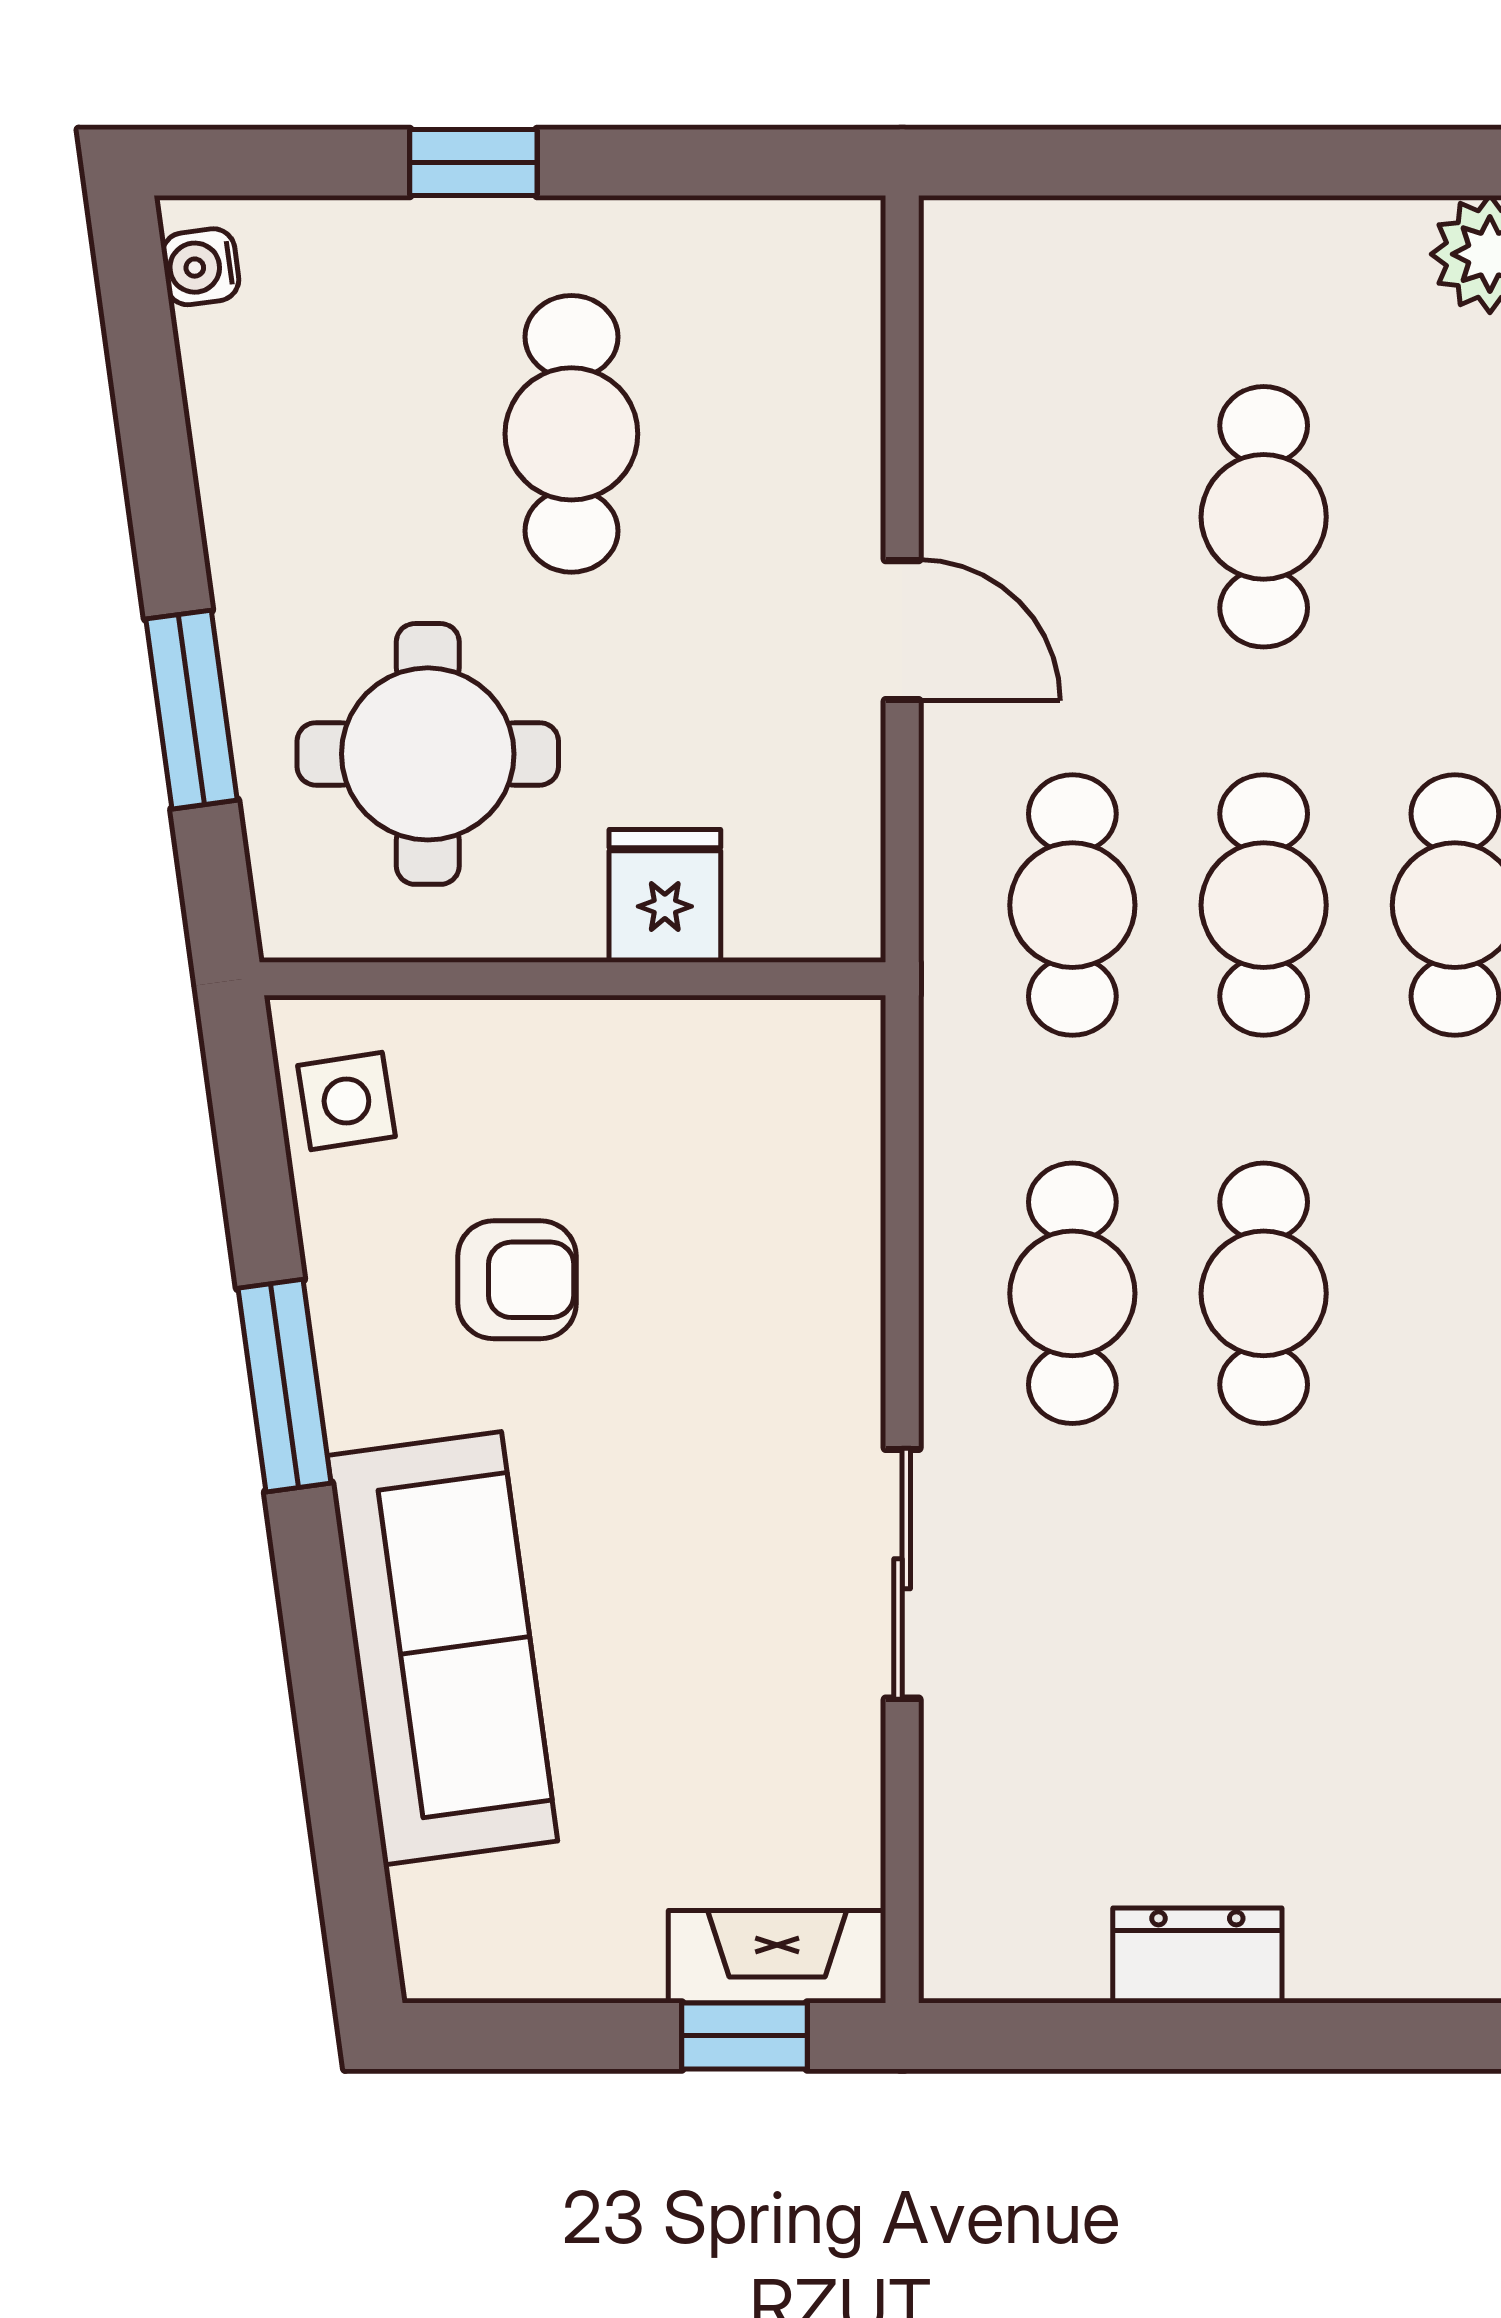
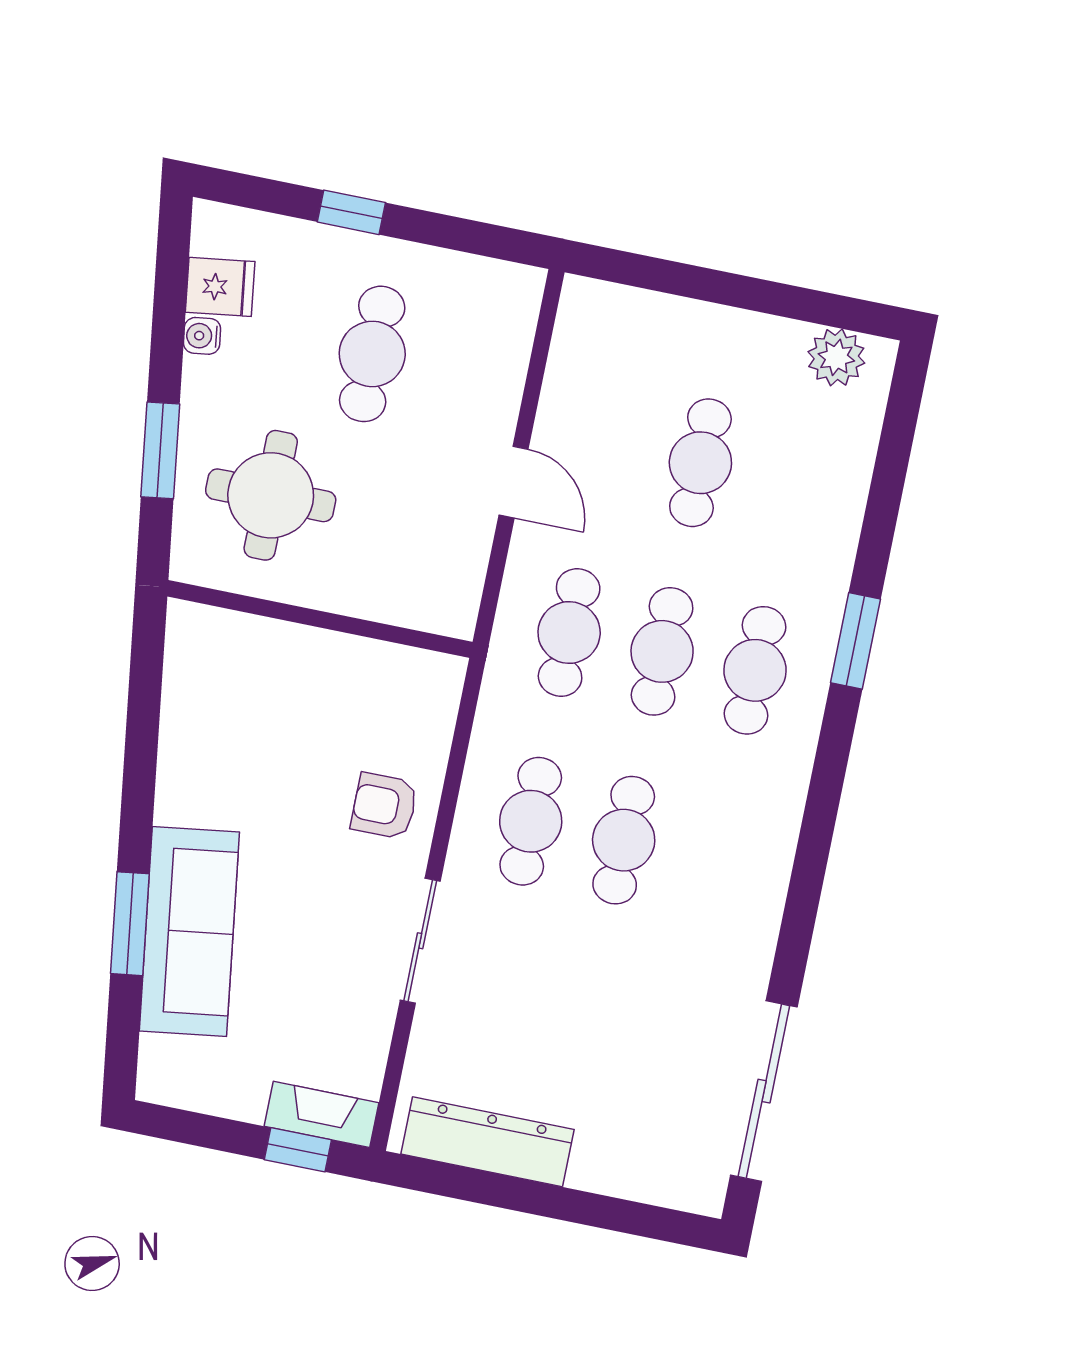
water cooler: (201, 267) -> (202, 336), moved
fridge: (665, 896) -> (220, 287), moved, turned 82
side table: (346, 1101) -> (197, 656), removed
armchair: (517, 1280) -> (384, 806), moved, turned 180
window: (284, 1386) -> (130, 924), moved
dresser: (1197, 1956) -> (488, 1142), width x1.96, depth x1.24

